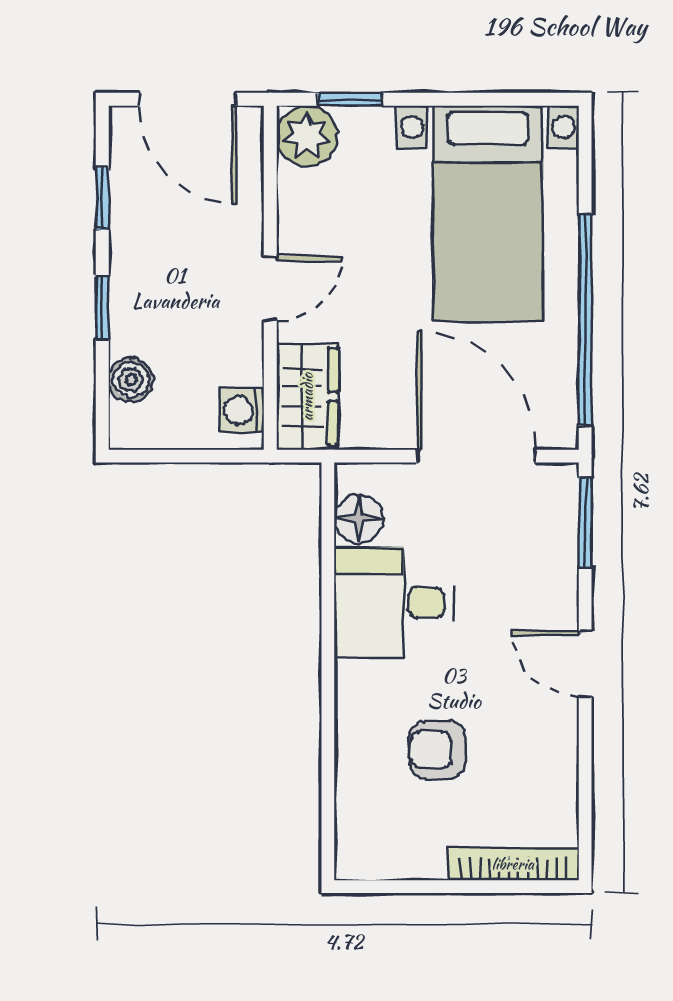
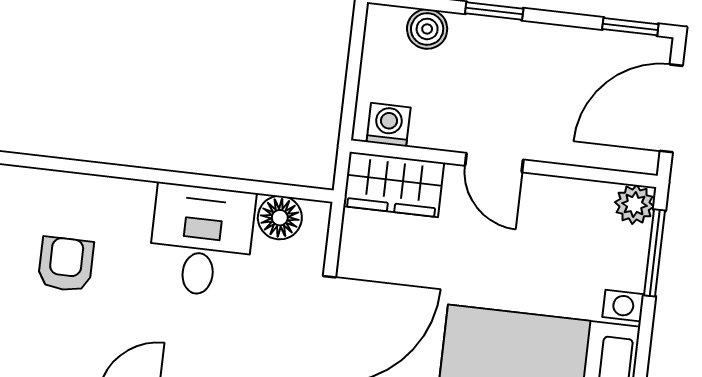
window: (350, 99) -> (655, 253), width x1.50
plant: (307, 136) -> (635, 204), width x0.73, depth x0.73
window: (102, 199) -> (630, 27), moved

